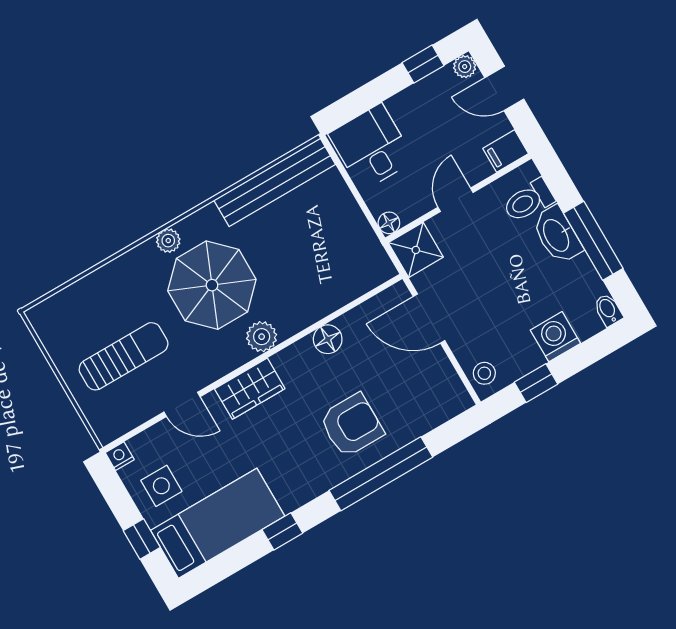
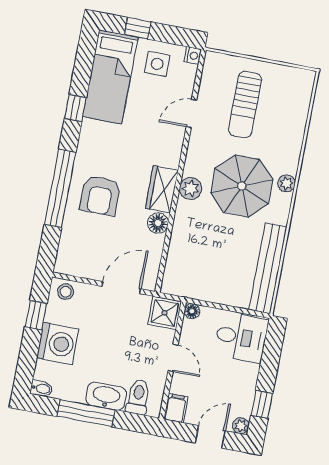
washing machine: (555, 337) -> (58, 343), width x1.37, depth x1.37
wardrobe: (250, 389) -> (162, 189), moved

